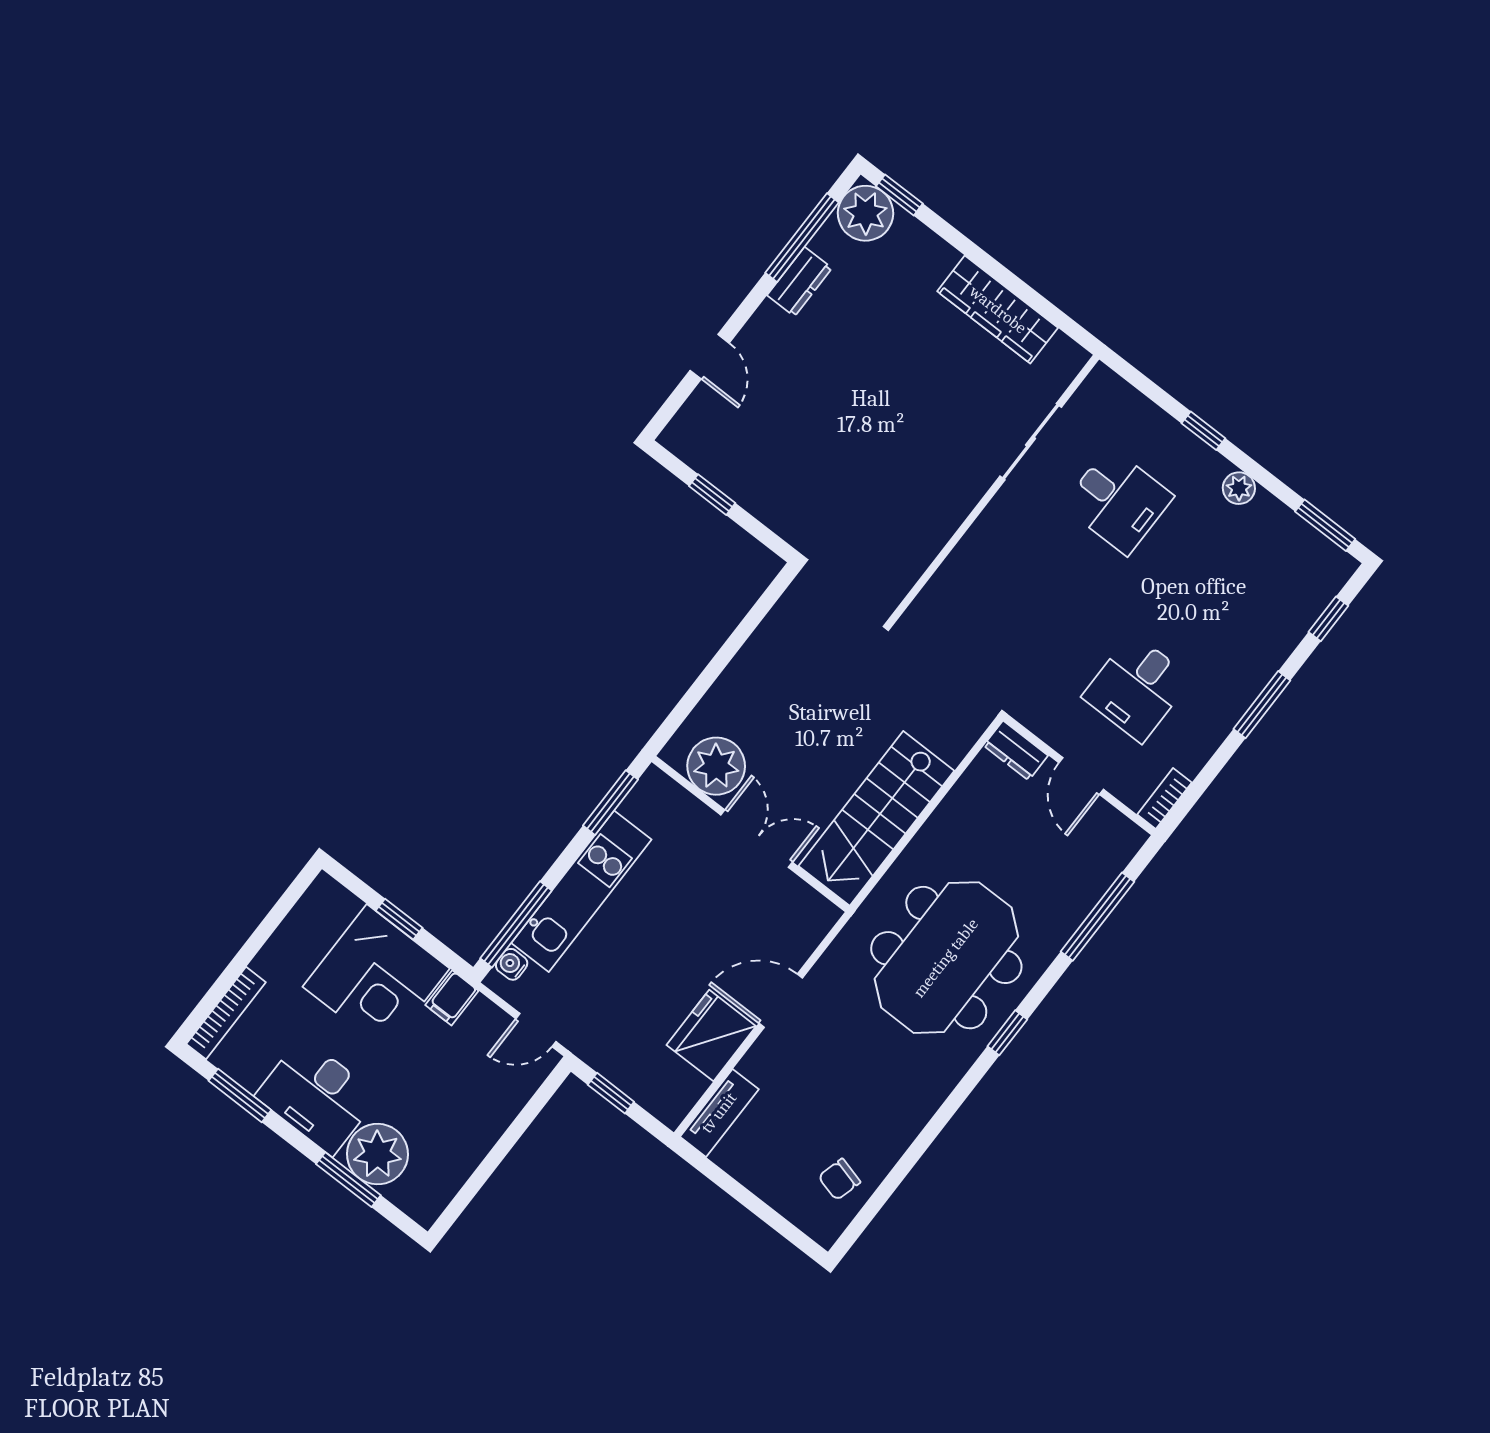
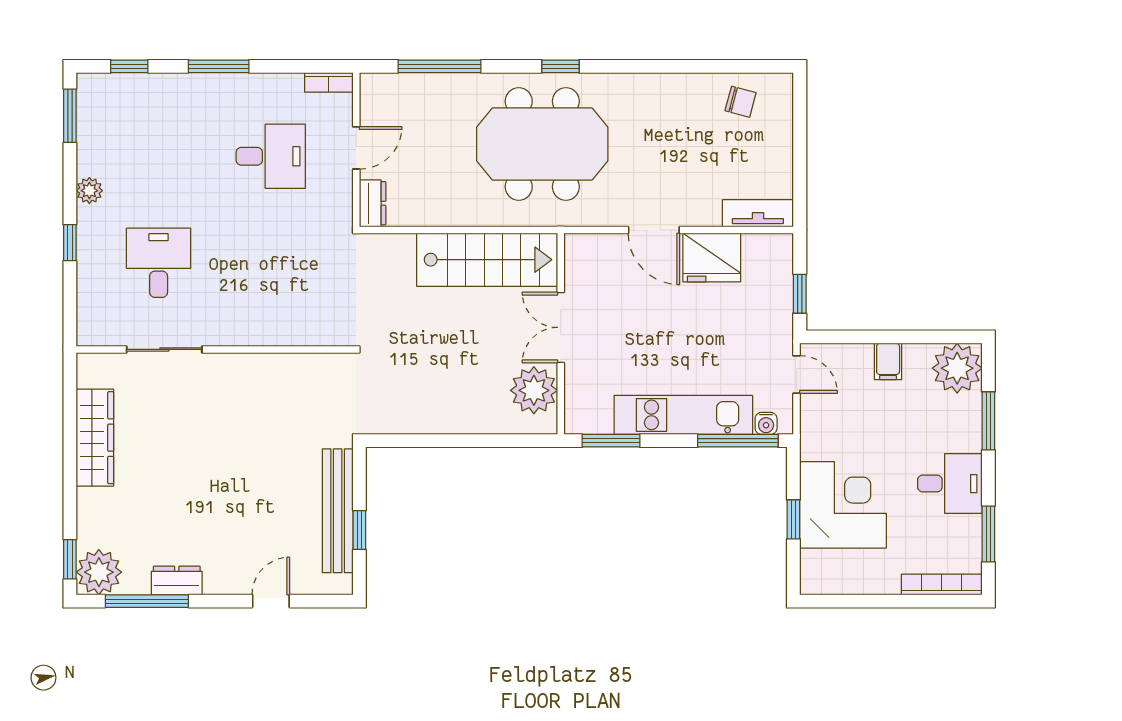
bench: (747, 488) -> (338, 511), added
filing cabinet: (452, 998) -> (888, 361), moved, turned 90
desk: (317, 1096) -> (950, 484), width x0.73
plant: (377, 1154) -> (957, 368), moved

